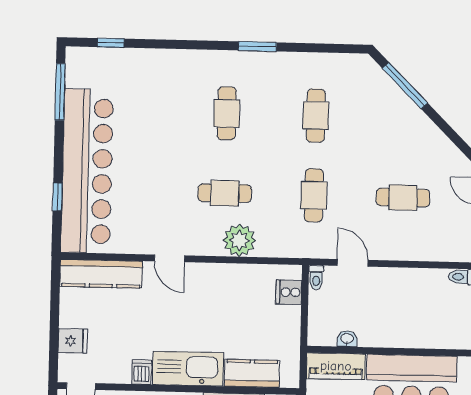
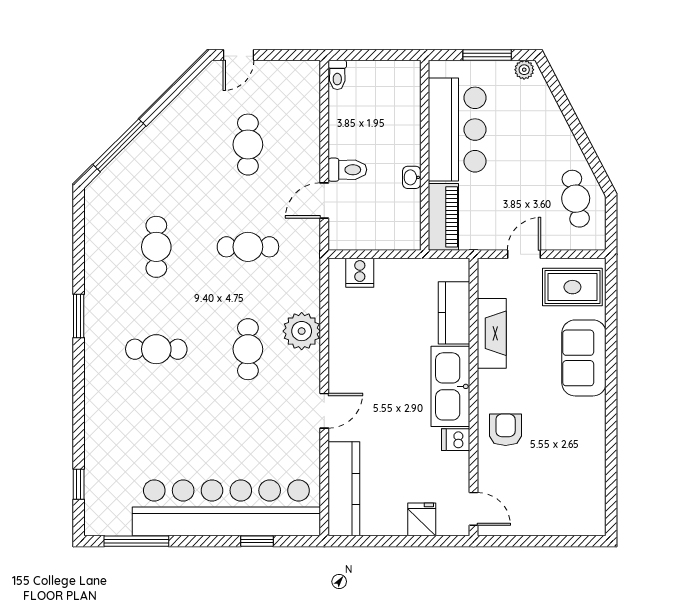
cafe table: (316, 116) -> (156, 247), turned 90
toilet: (316, 277) -> (347, 170), moved, width x1.37, depth x1.39
washbasin: (347, 339) -> (412, 177), moved

